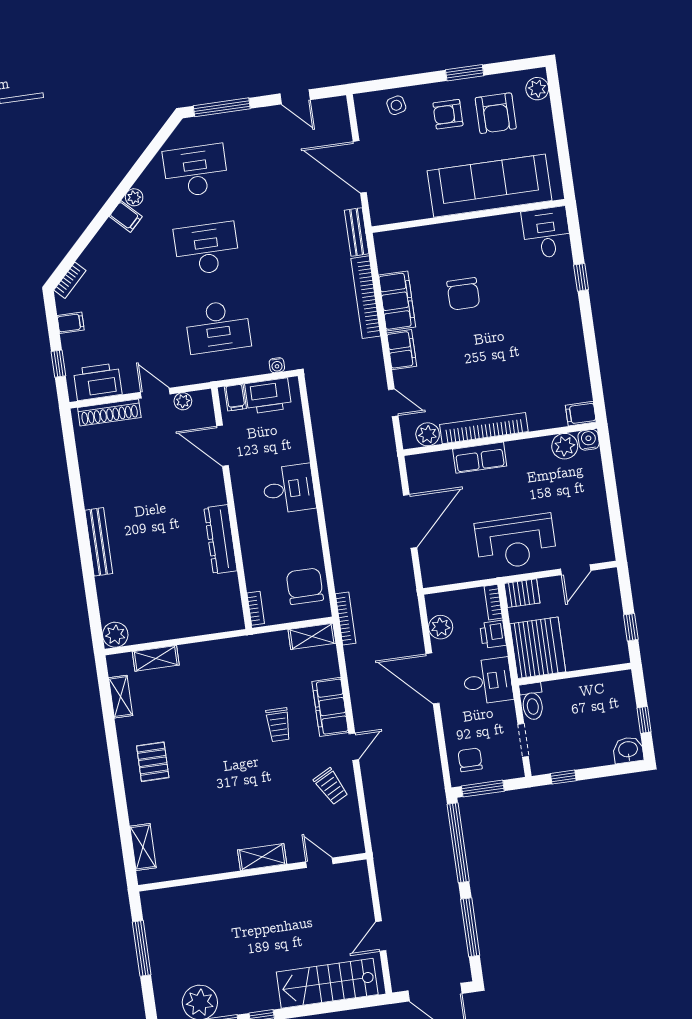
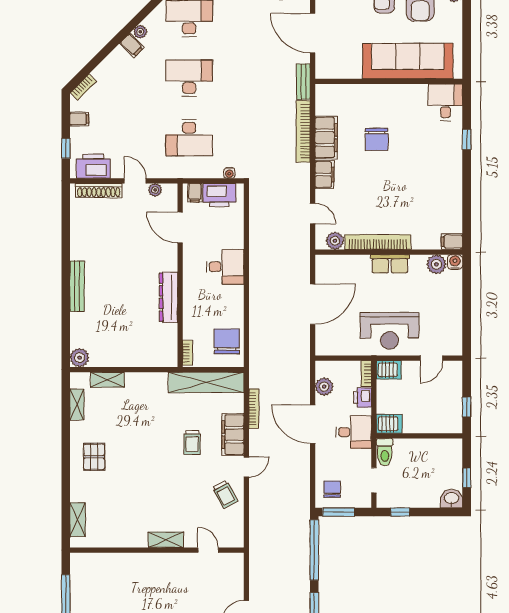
row of seats: (480, 458) -> (390, 264), moved
bookcase: (346, 618) -> (254, 409), moved
shelving: (312, 636) -> (206, 382), width x2.20, depth x1.33
server rack: (538, 648) -> (389, 424), width x0.46, depth x0.70

